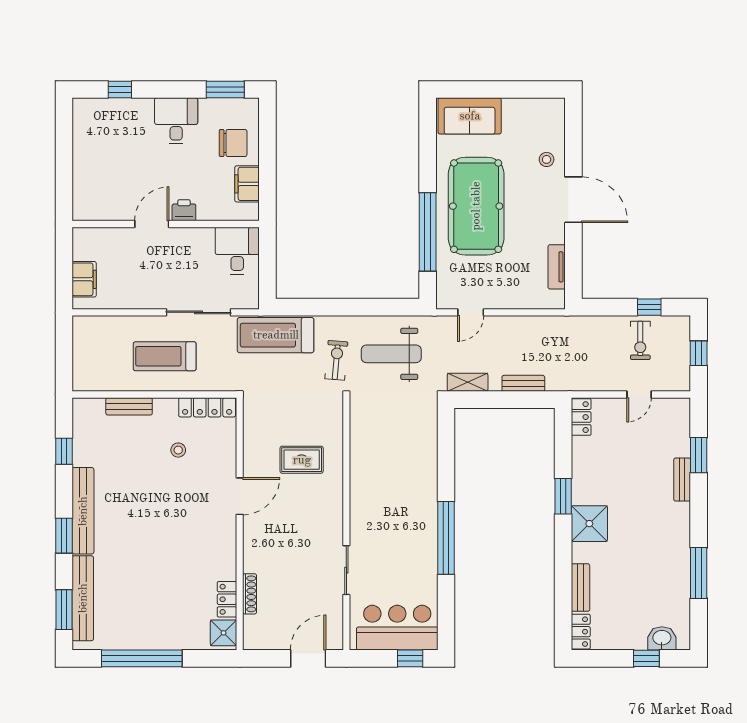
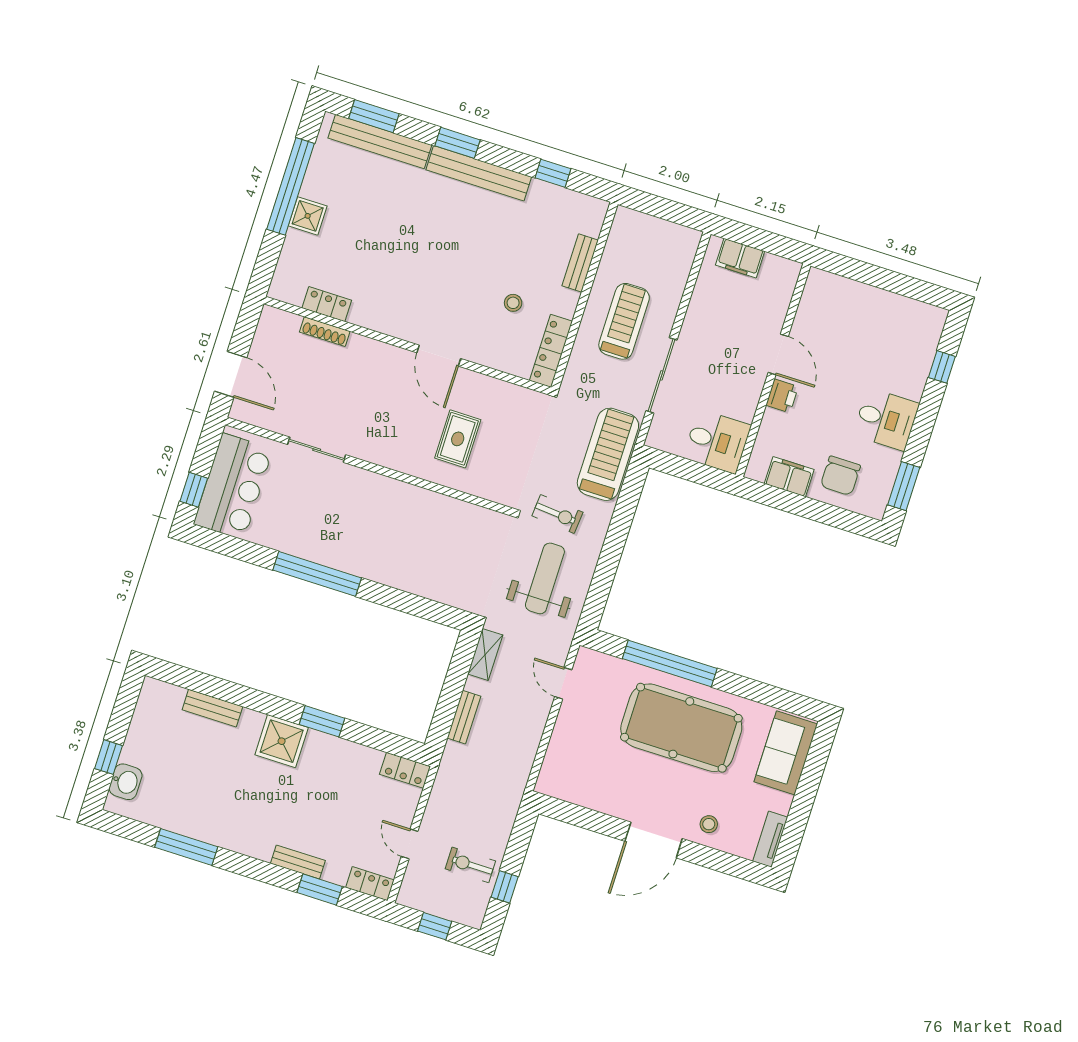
tv unit: (557, 267) -> (770, 839), moved, turned -90
locker: (581, 632) -> (370, 884), moved, turned 180
shower: (224, 633) -> (308, 216), moved

